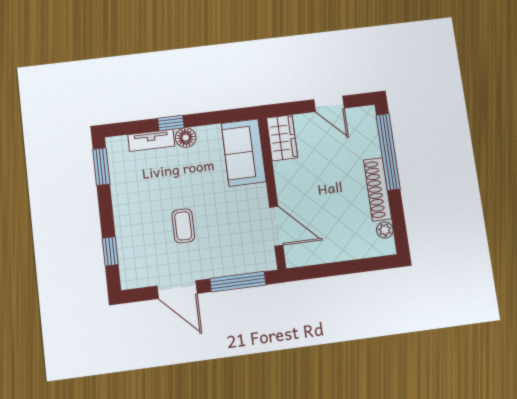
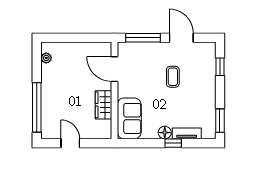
wardrobe: (282, 138) -> (103, 105), moved
shoe rack: (378, 189) -> (47, 84), removed

